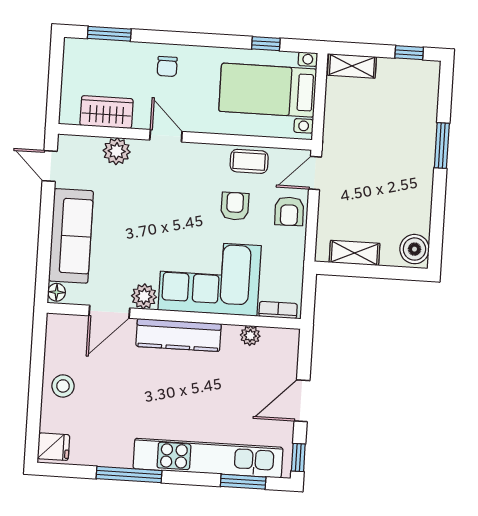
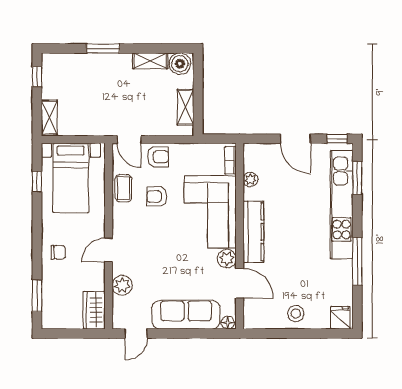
wardrobe: (107, 112) -> (94, 310), moved
shelving: (421, 209) -> (150, 61), added

